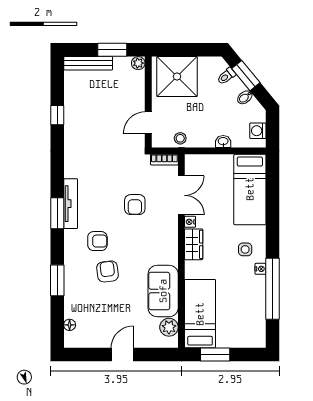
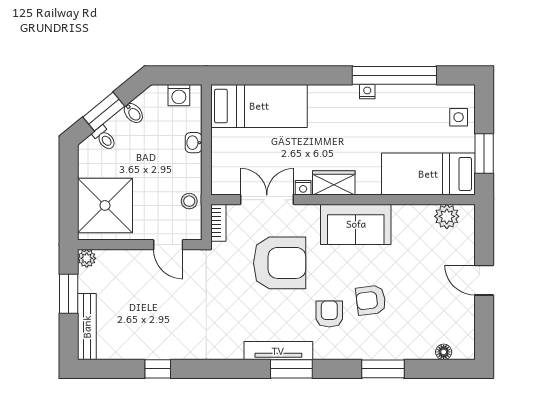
armchair: (135, 205) -> (280, 263), width x1.88, depth x1.88
side table: (245, 249) -> (459, 117), moved
sofa: (163, 291) -> (356, 224), moved

